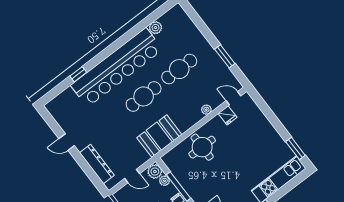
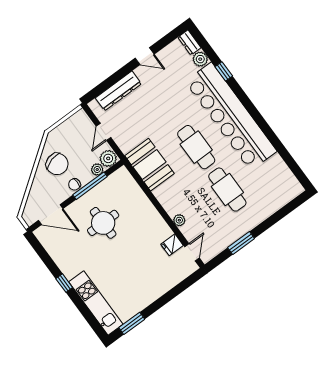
plant: (155, 28) -> (200, 59), moved
dresser: (54, 104) -> (189, 43), added
door: (67, 142) -> (145, 56), swing flipped
round table: (202, 147) -> (103, 223), moved

